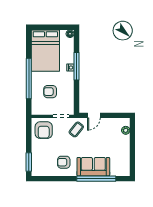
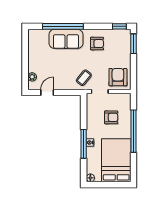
door: (94, 115) -> (47, 92), moved
window: (42, 179) -> (119, 26), added

